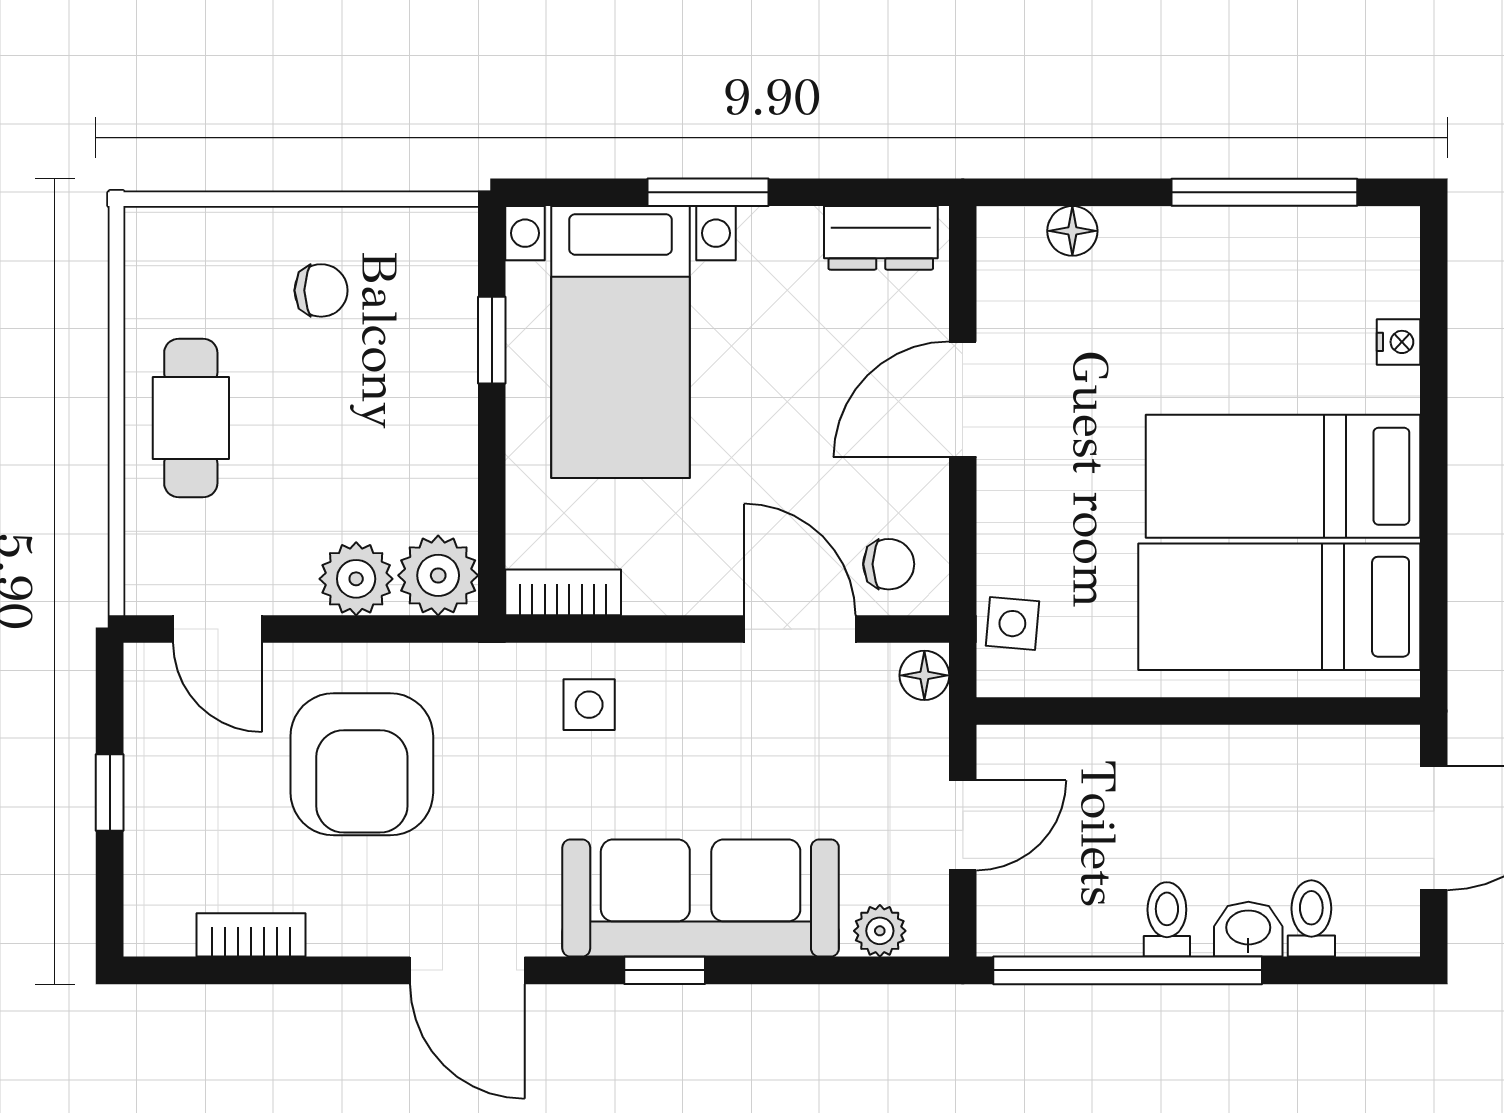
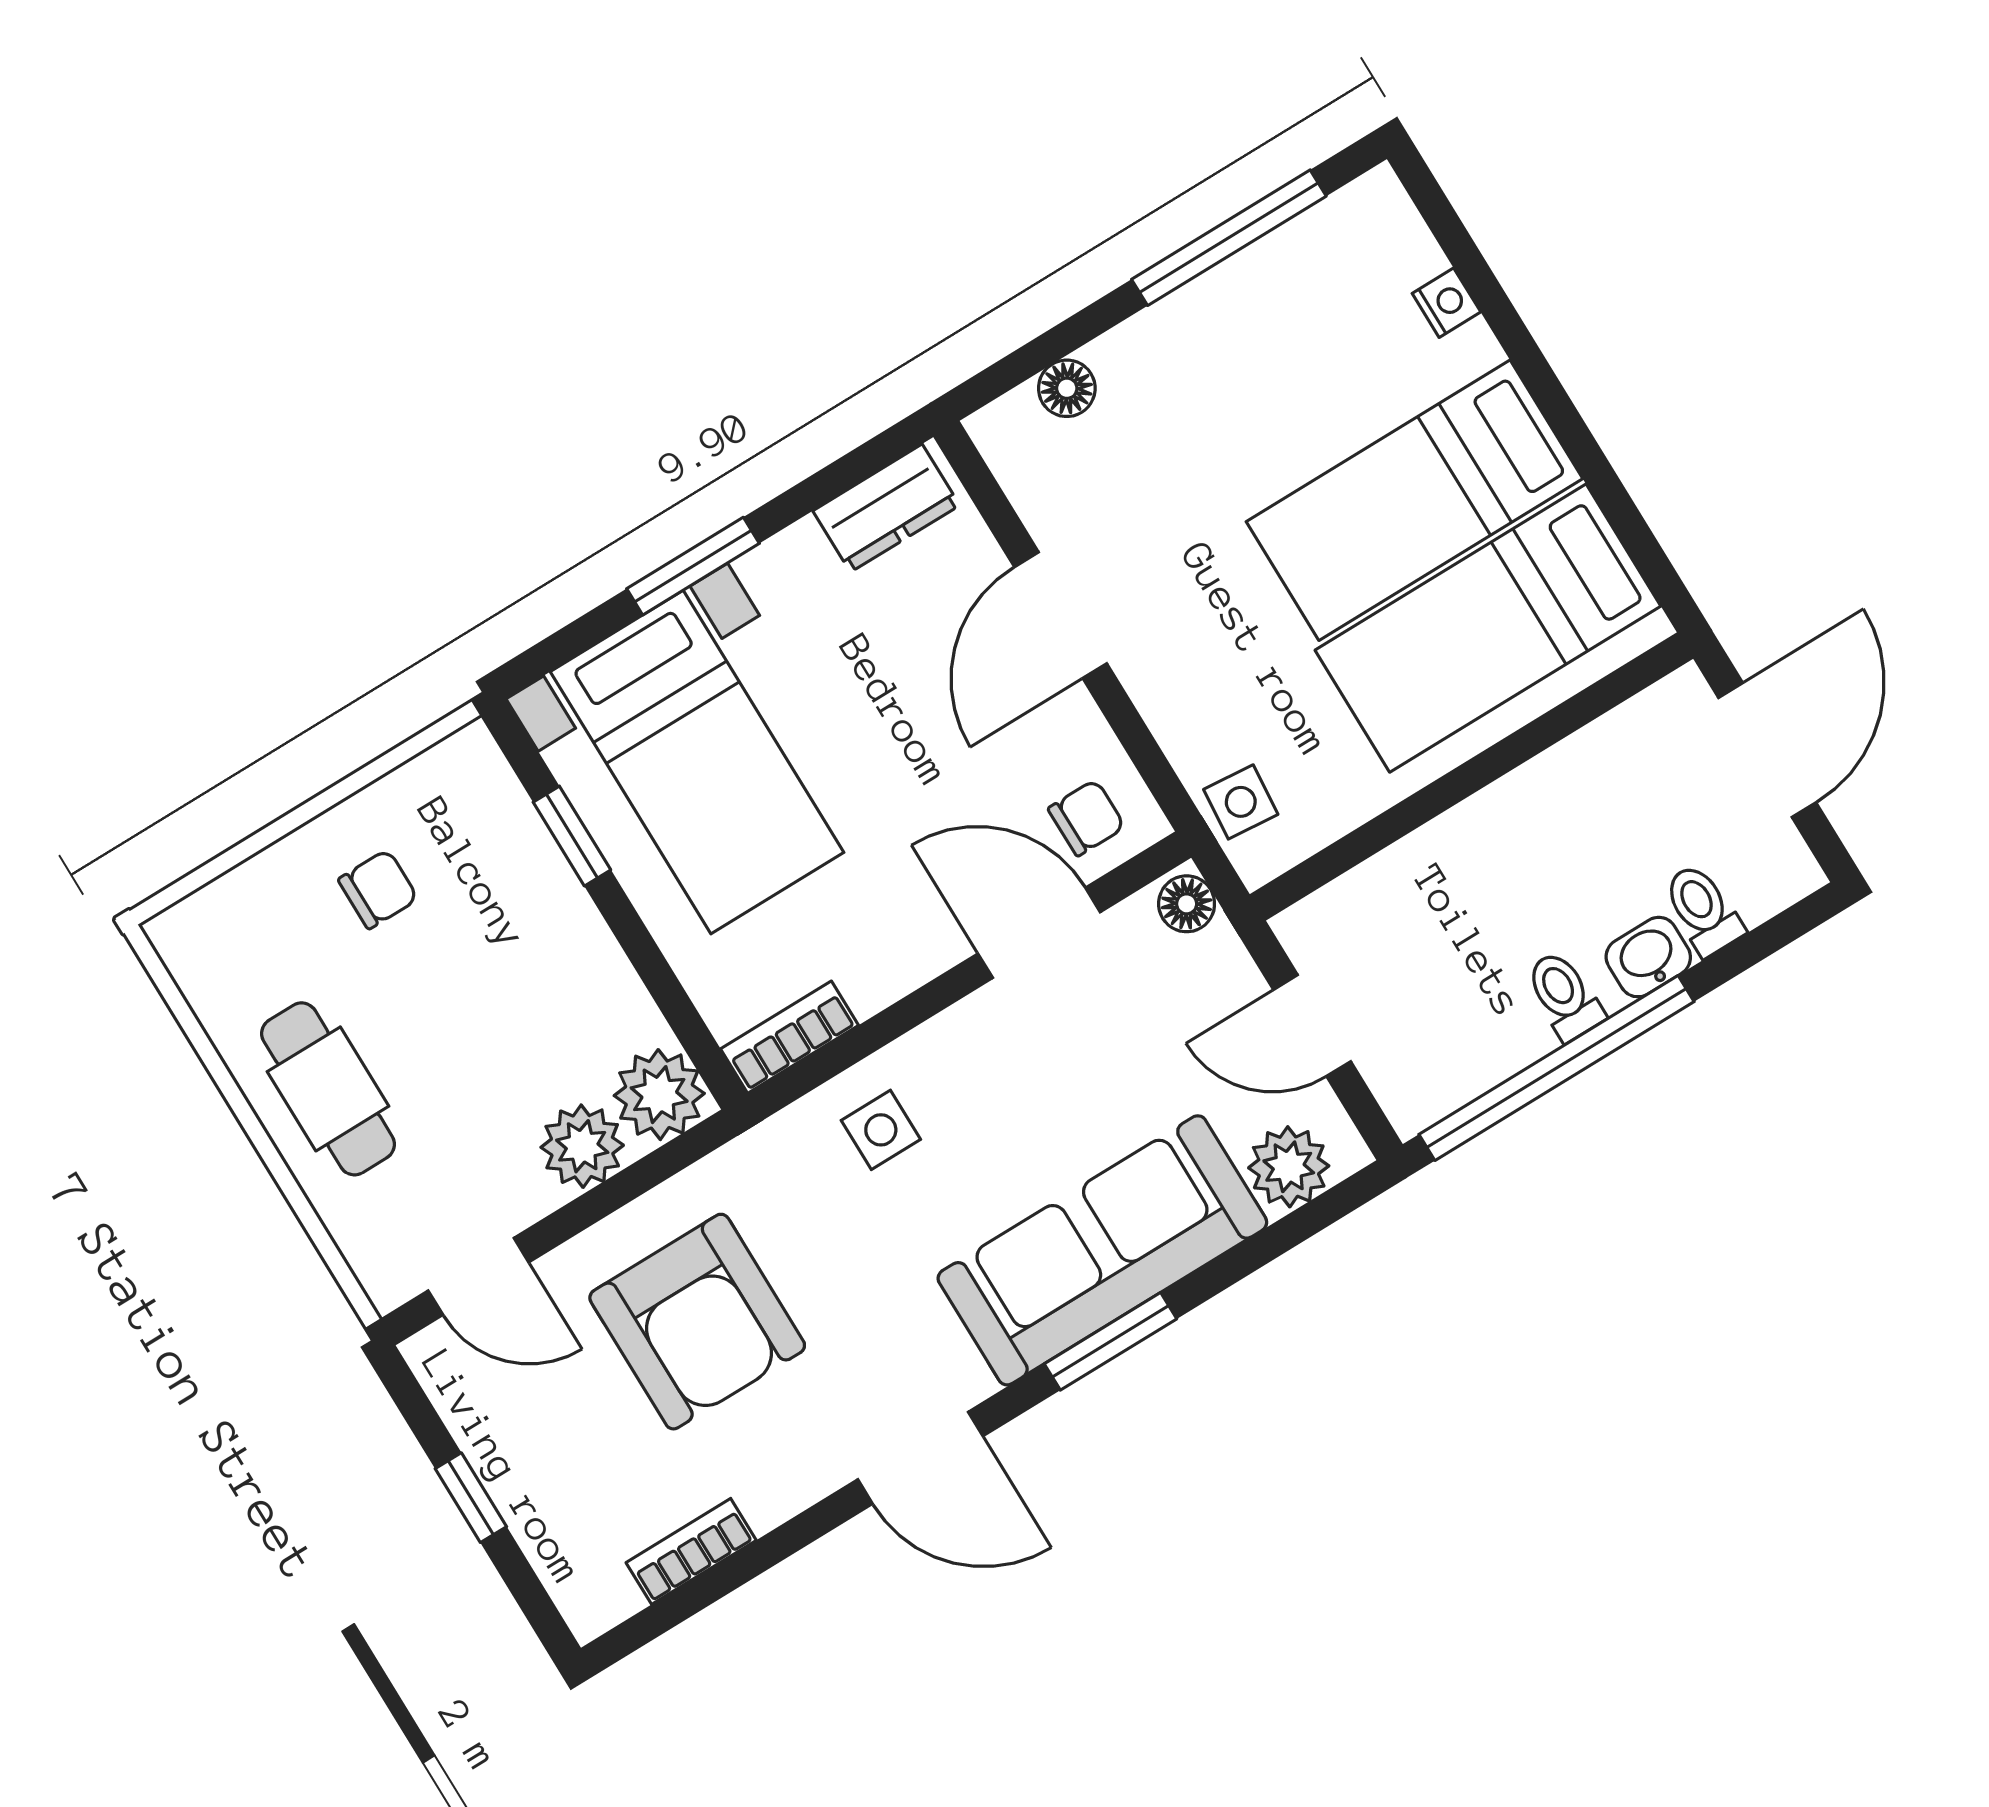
door: (963, 825) -> (1312, 1026), swing flipped
plant: (880, 931) -> (1289, 1167), width x1.38, depth x1.38
window: (665, 970) -> (1110, 1341), width x1.50

